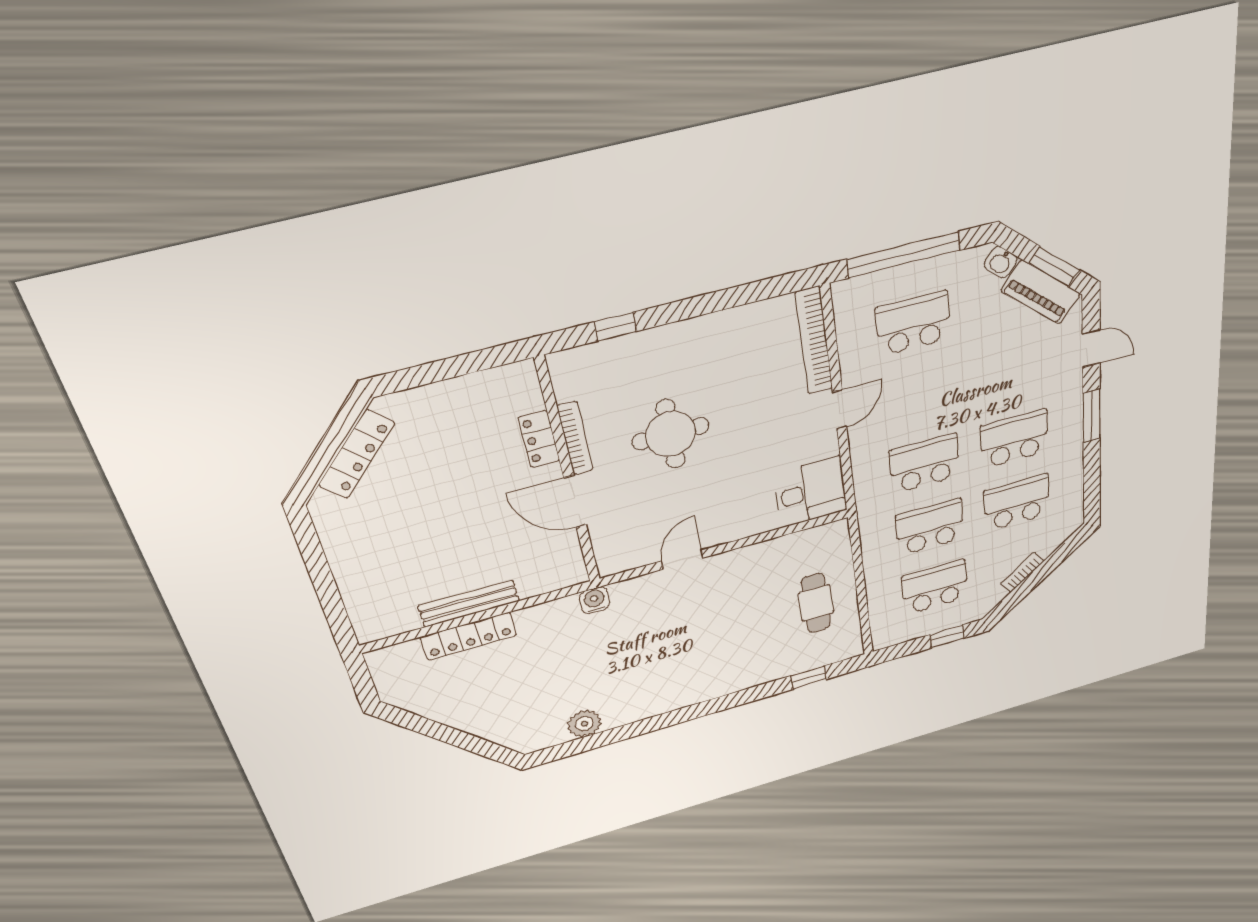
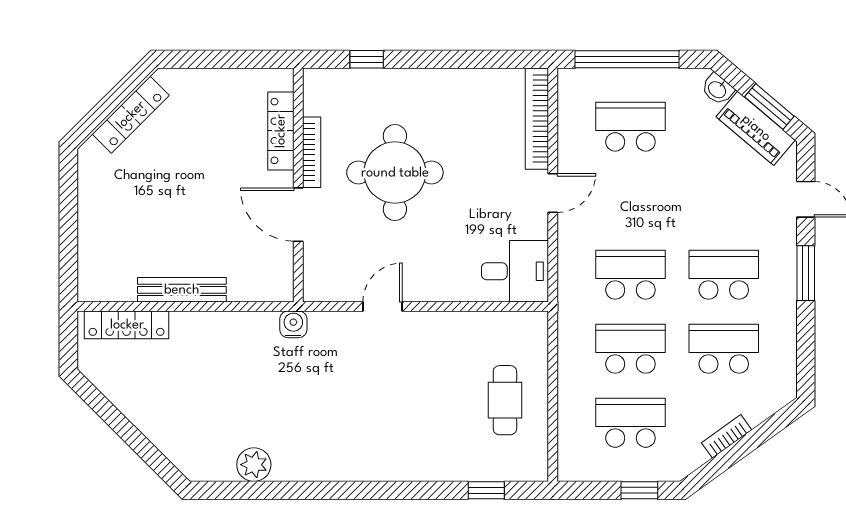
round table: (671, 434) -> (395, 173), width x1.36, depth x1.36
locker: (539, 439) -> (281, 131), width x1.53
locker: (469, 636) -> (127, 325), moved

